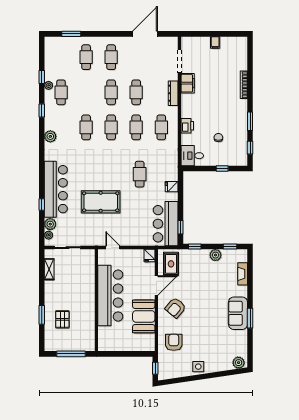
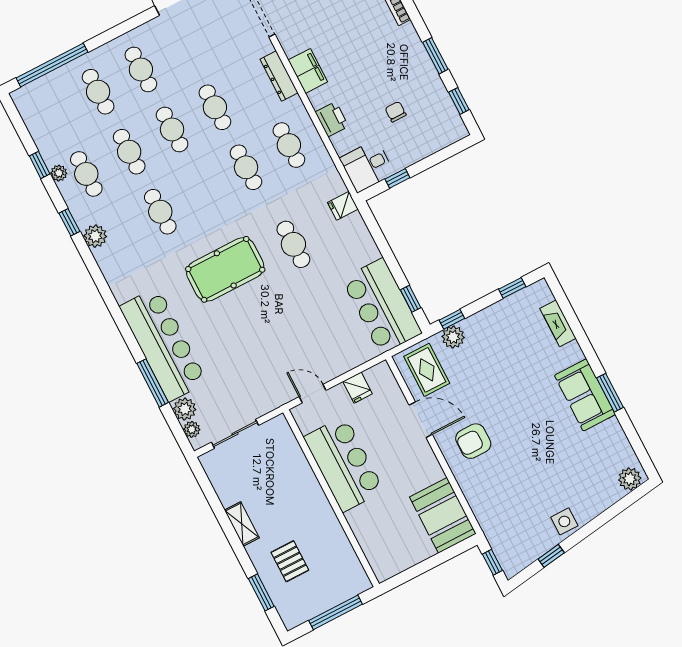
window: (71, 34) -> (52, 65), width x2.11
filing cabinet: (188, 83) -> (308, 71), moved
cafe table: (111, 127) -> (129, 152), moved
plant: (50, 136) -> (95, 236), moved
window: (222, 169) -> (397, 178), moved
fridge: (172, 187) -> (343, 206), moved
pool table: (101, 202) -> (225, 269), moved
window: (42, 204) -> (153, 383), width x2.17
plant: (215, 255) -> (453, 337), moved
fridge: (149, 256) -> (358, 388), moved
shelving: (49, 269) -> (242, 524), moved
door: (156, 285) -> (421, 420), hinge flipped
bar counter: (110, 296) -> (344, 464), width x0.73
armchair: (175, 308) -> (473, 441), turned 50
window: (42, 315) -> (261, 592), moved
booth: (144, 316) -> (443, 515), moved
armchair: (174, 342) -> (501, 502), removed
window: (184, 379) -> (551, 556), added

